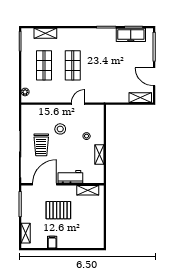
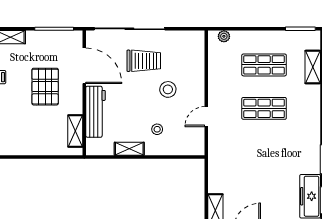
door: (78, 104) -> (206, 117), swing flipped
trolley: (41, 145) -> (144, 61), turned 180
workbench: (70, 177) -> (95, 112), width x1.38

